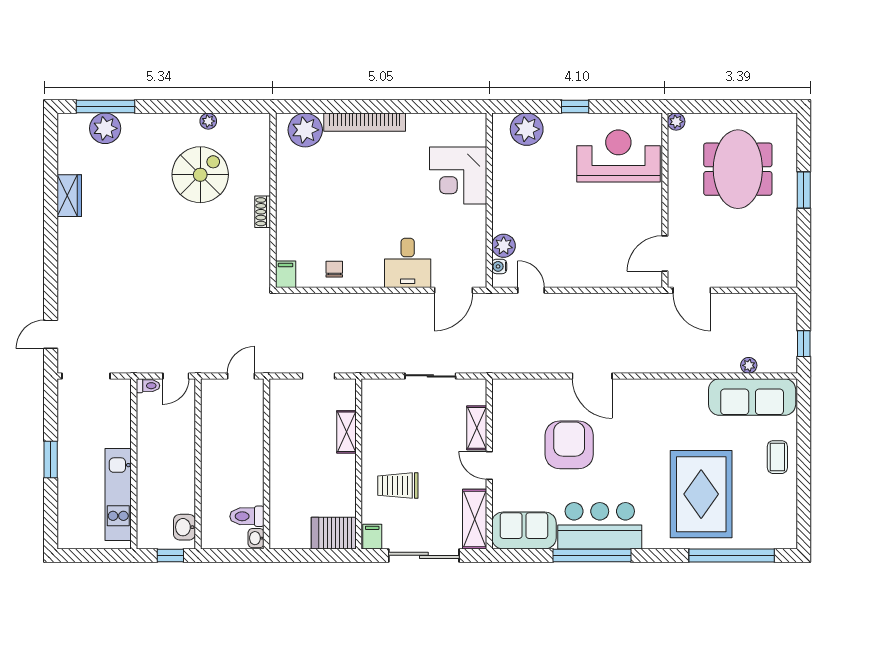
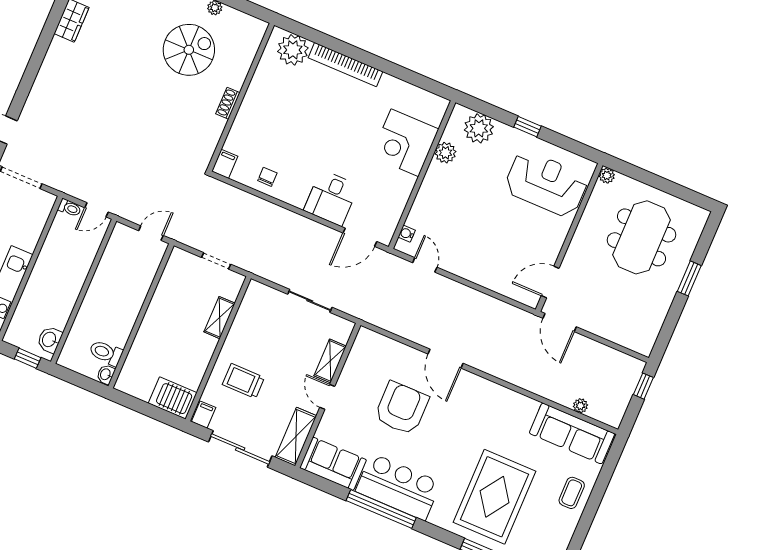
plant: (504, 246) -> (445, 153), moved
window: (804, 344) -> (643, 386), moved

